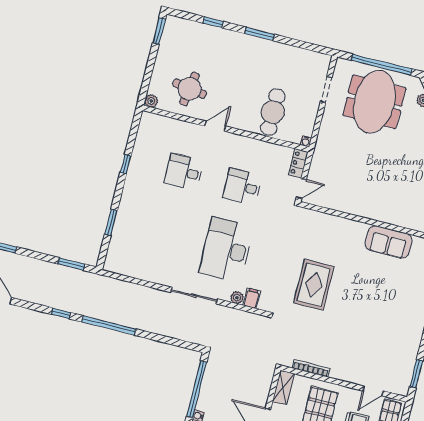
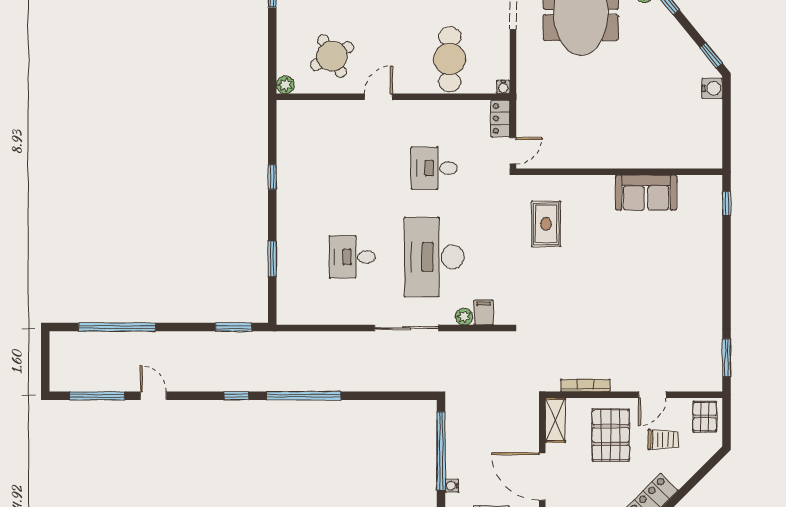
round table: (190, 89) -> (332, 56), turned -38
desk: (184, 172) -> (352, 257), moved
rug: (314, 285) -> (546, 224), moved, width x0.73, depth x0.70
door: (373, 391) -> (652, 395), moved

